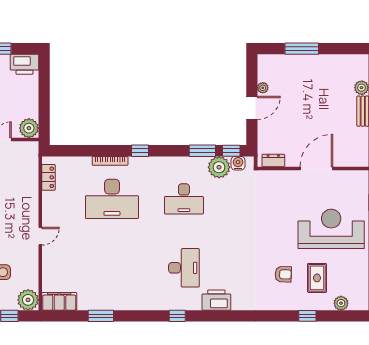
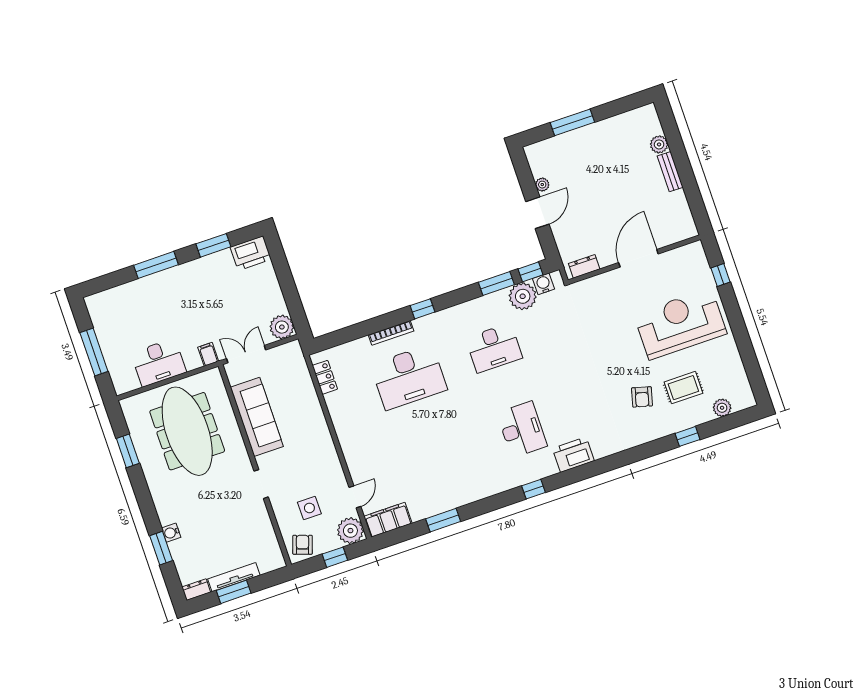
door: (40, 236) -> (355, 497), moved
armchair: (283, 274) -> (642, 397), turned 103
rug: (317, 278) -> (683, 388), turned 90

